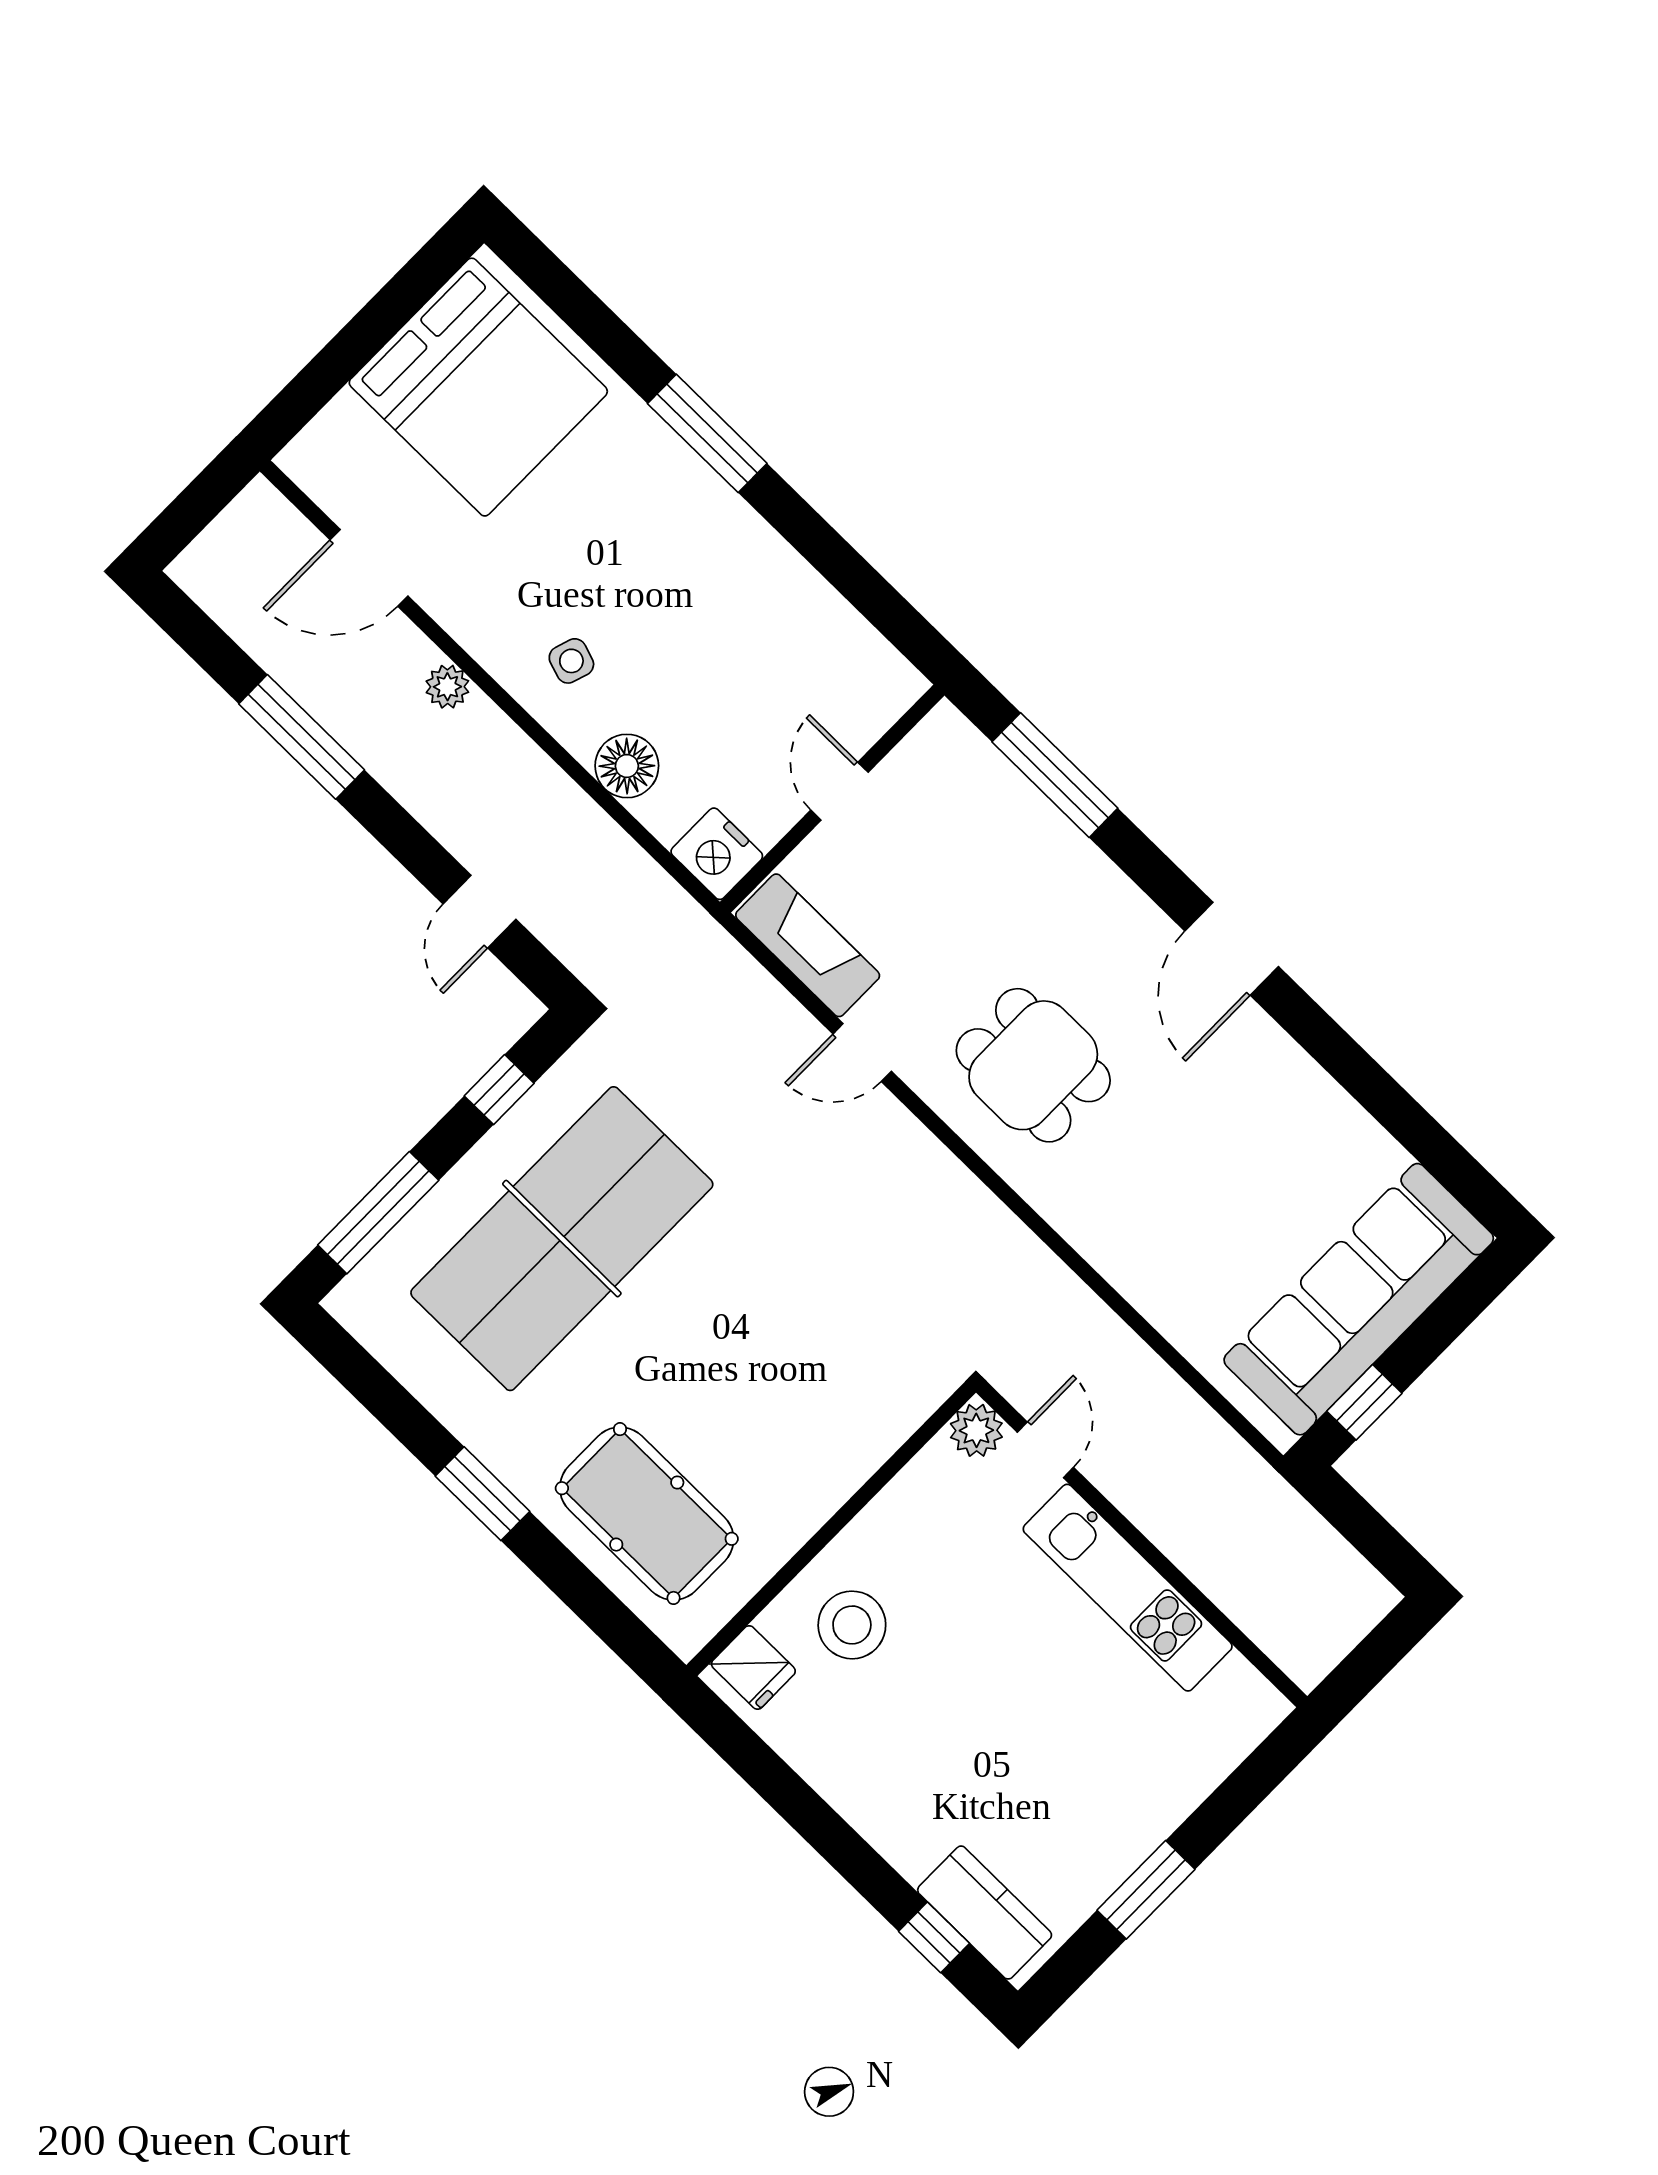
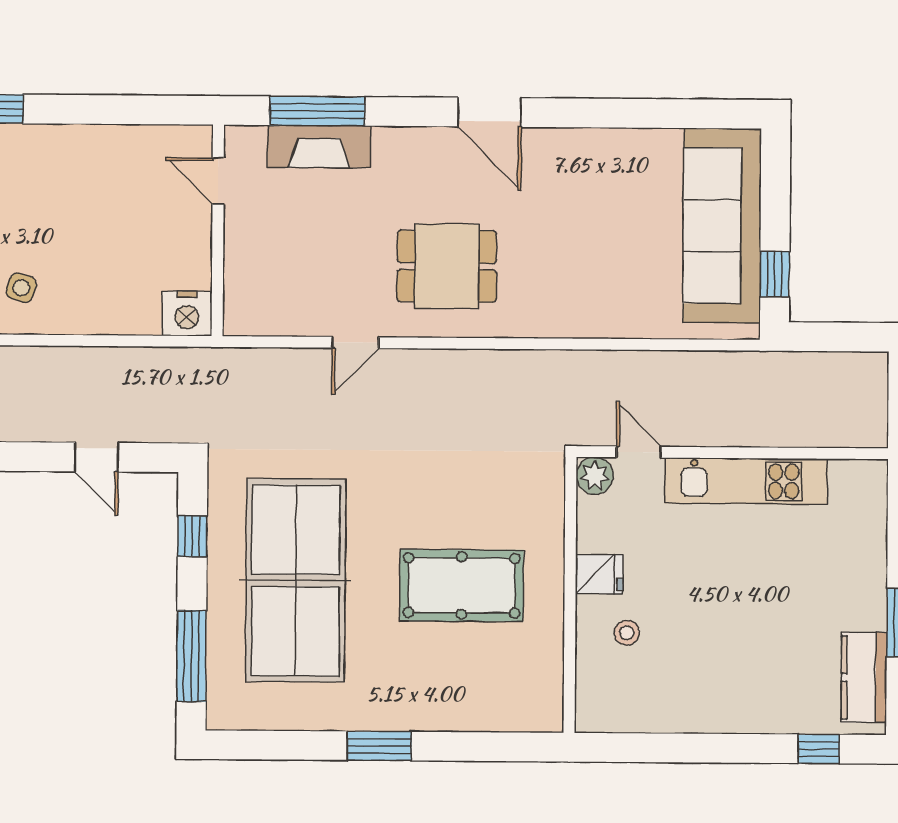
floor lamp: (627, 766) -> (100, 313), removed
door: (839, 791) -> (218, 181), moved
fireplace: (808, 945) -> (319, 147), moved, turned 180
pool table: (647, 1514) -> (462, 586), moved
stool: (852, 1625) -> (627, 633), width x0.53, depth x0.53
fridge: (753, 1668) -> (599, 574), moved
kitchen counter: (985, 1913) -> (864, 678), moved, turned -90

